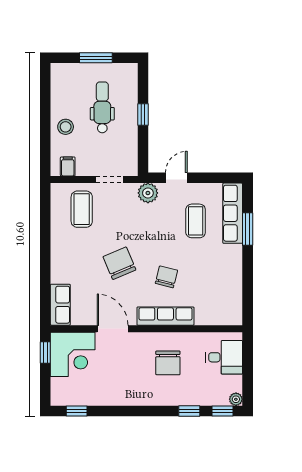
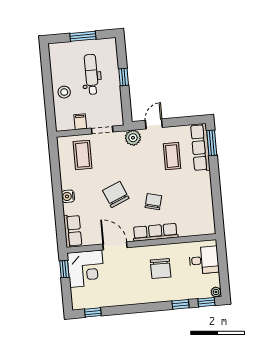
filing cabinet: (68, 166) -> (80, 122), moved
window: (248, 229) -> (212, 143), moved
water cooler: (58, 260) -> (68, 196), added

